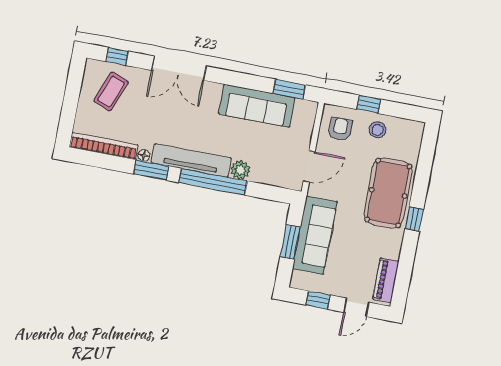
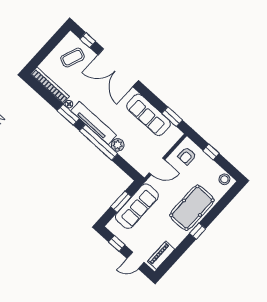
double door: (179, 68) -> (118, 68), width x1.36
armchair: (340, 129) -> (187, 156), turned 180
stool: (378, 130) -> (224, 179), moved

